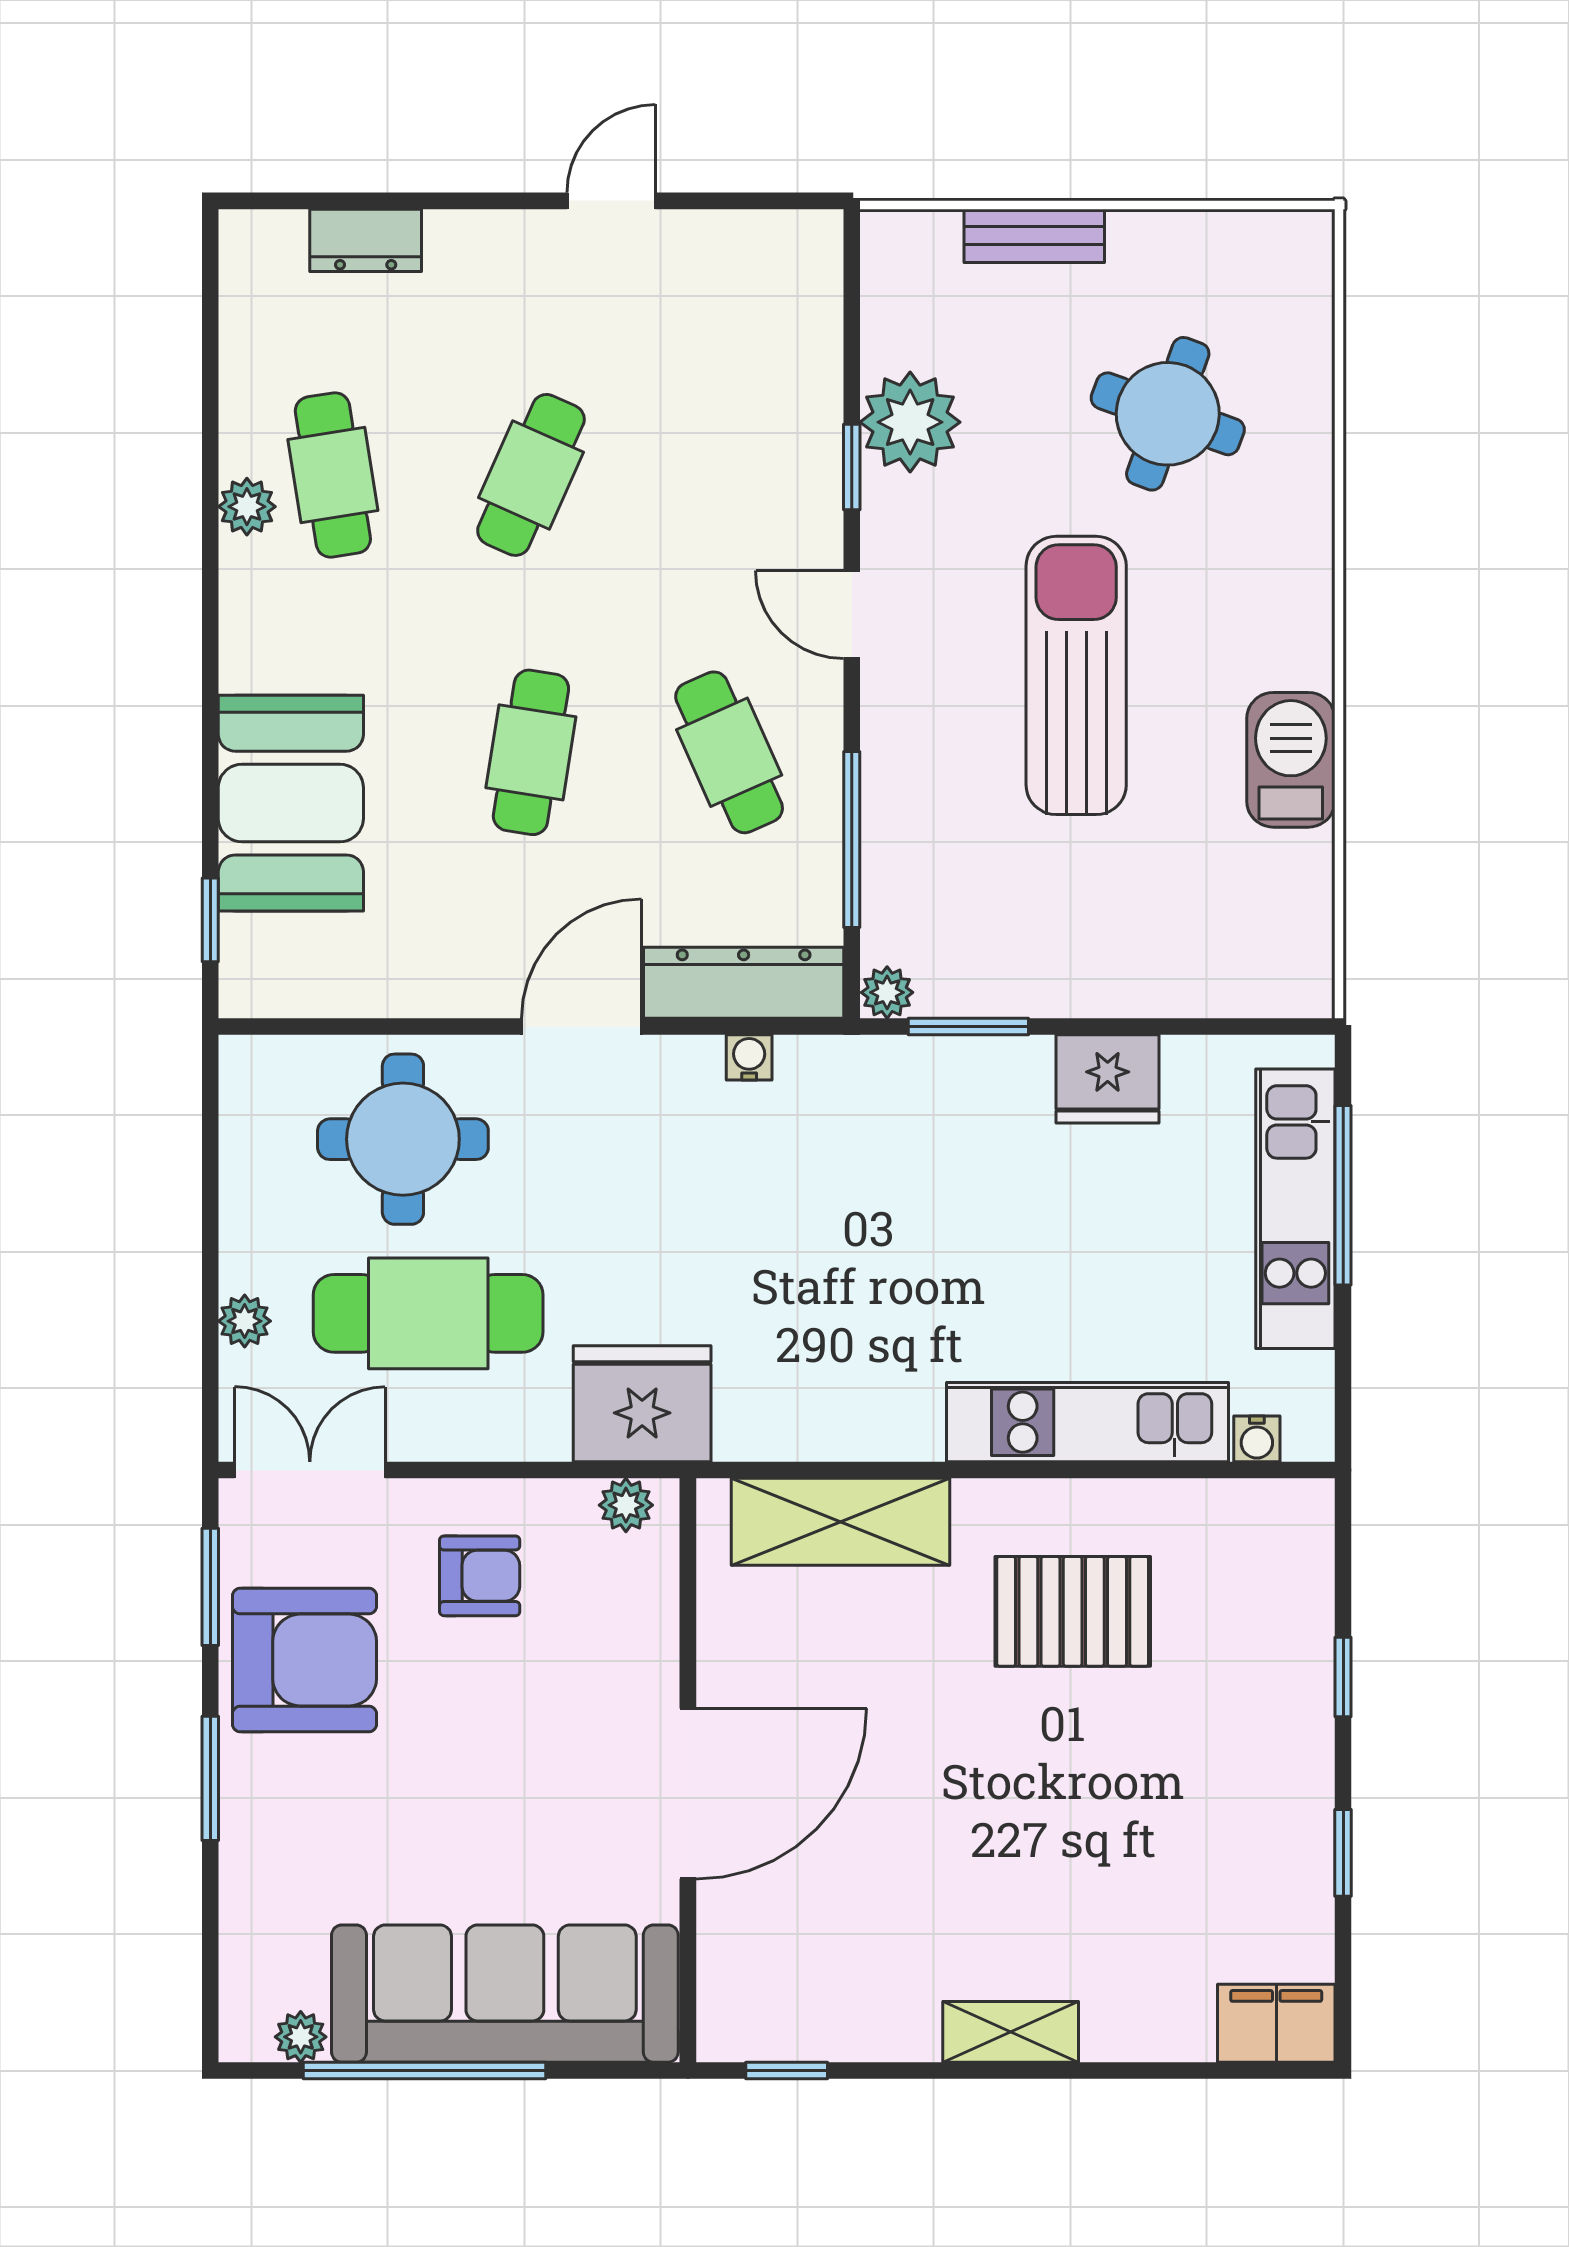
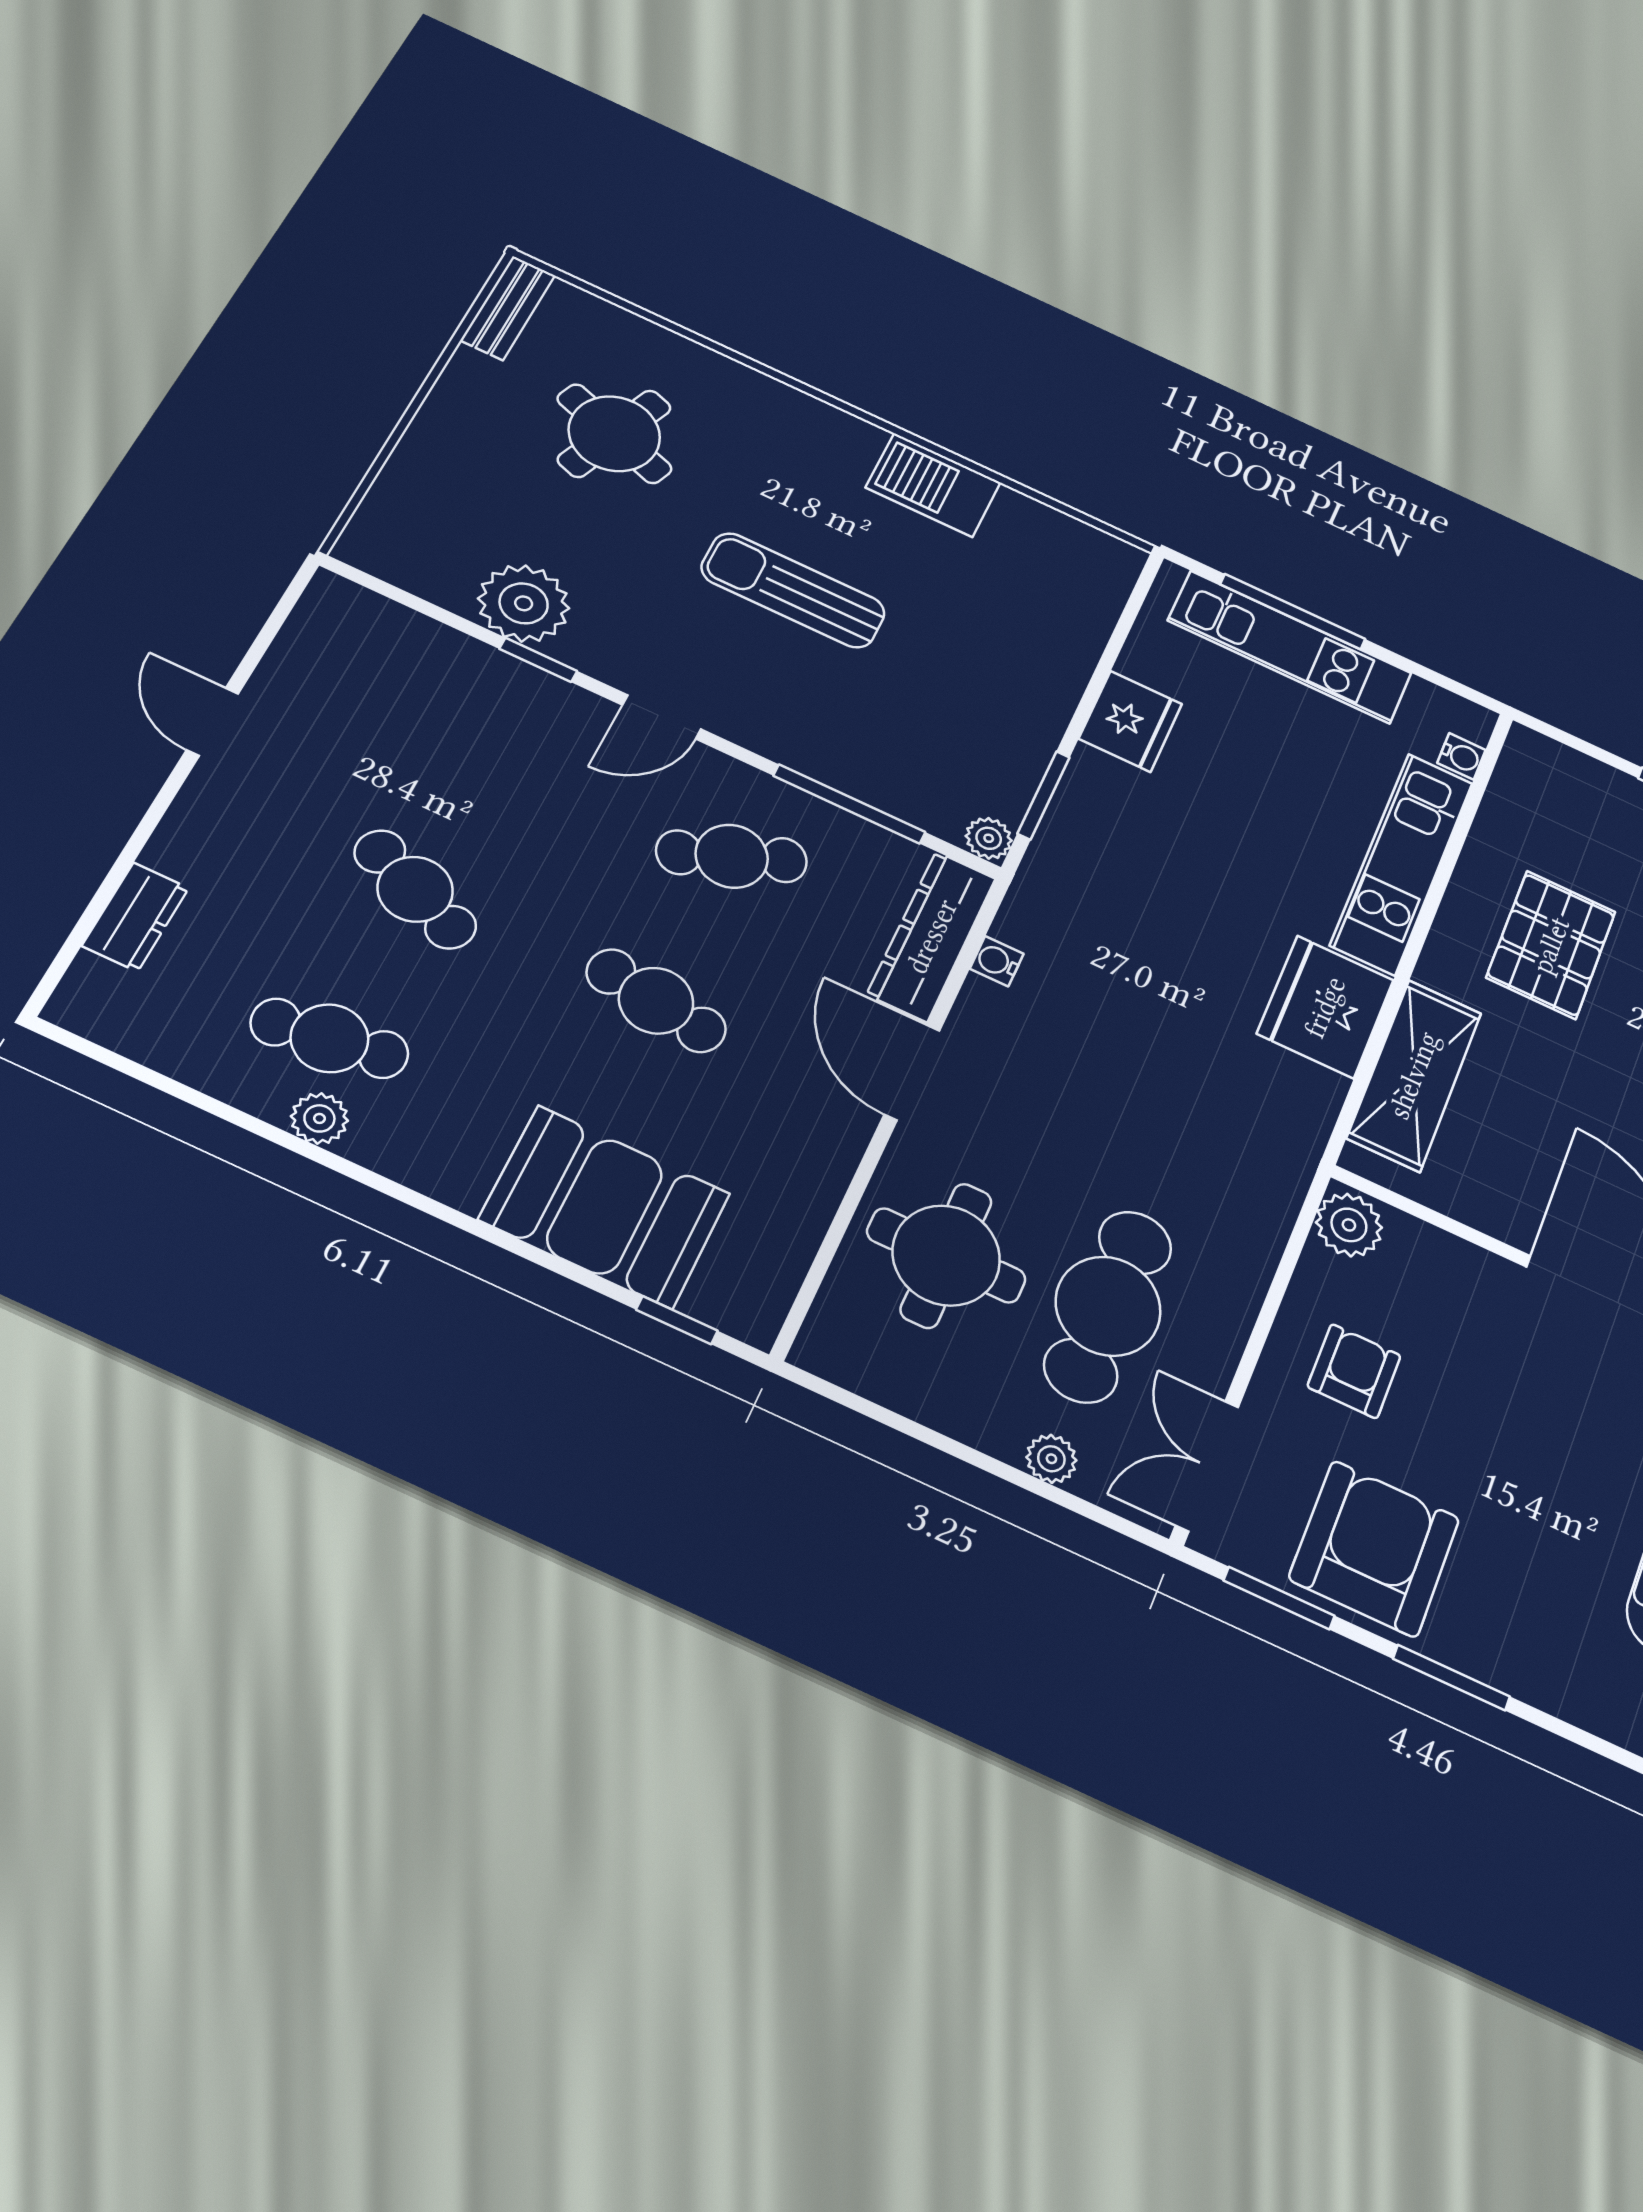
bench: (1034, 236) -> (508, 308), moved
sun lounger: (1076, 675) -> (793, 590), width x0.73, depth x0.75
fridge: (642, 1404) -> (1325, 1007), moved
plant: (626, 1505) -> (1349, 1225), width x1.38, depth x1.38

